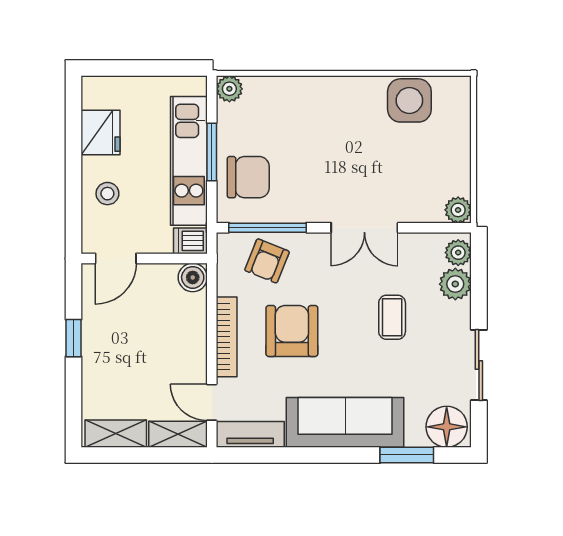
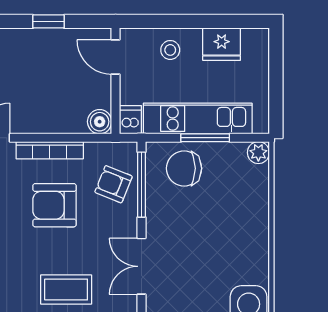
chair: (248, 177) -> (184, 168), turned 90
coffee table: (392, 317) -> (66, 289), width x1.36, depth x1.30
armchair: (292, 331) -> (55, 205), turned 180

